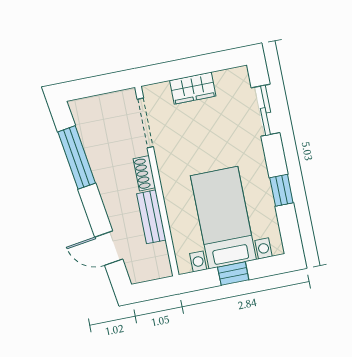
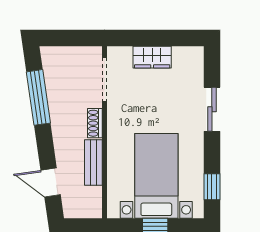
sliding door: (265, 110) -> (212, 109), moved
window: (281, 190) -> (212, 187), moved

